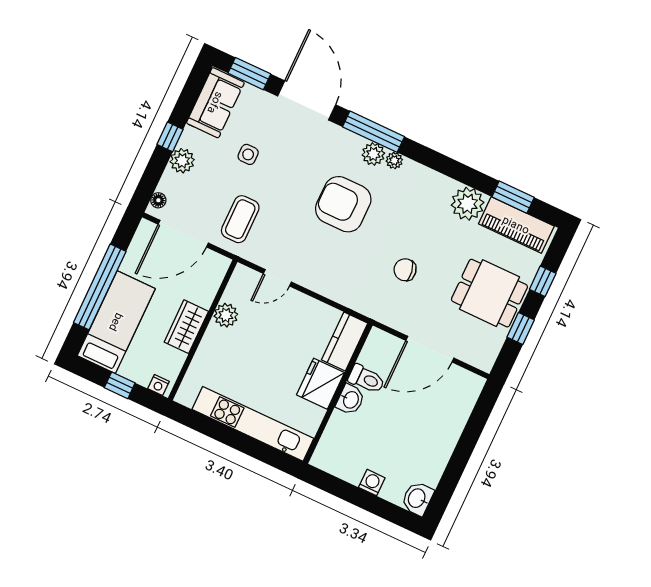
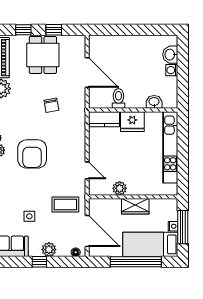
window: (120, 385) -> (183, 227), width x2.17
nightstand: (158, 385) -> (173, 226), moved
washbasin: (350, 400) -> (154, 102), moved
washbasin: (417, 498) -> (170, 55), moved, turned 90

